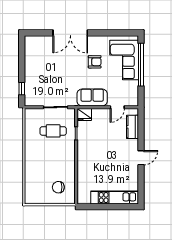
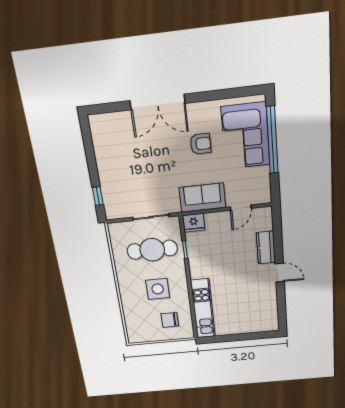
kitchen counter: (132, 127) -> (266, 248), moved
cafe table: (53, 131) -> (152, 250), width x1.37, depth x1.35
door: (141, 158) -> (280, 273), hinge flipped
side table: (53, 161) -> (158, 289), added
kitchen unit: (115, 198) -> (203, 309), moved, turned 90

